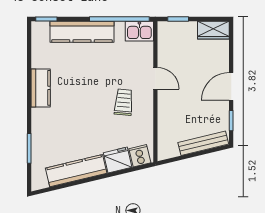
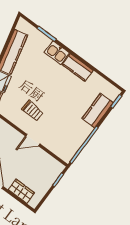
wardrobe: (213, 30) -> (21, 191), moved, turned 90
kitchen sink: (139, 31) -> (57, 53), moved, turned -90
kitchen counter: (82, 32) -> (98, 111), width x0.67

